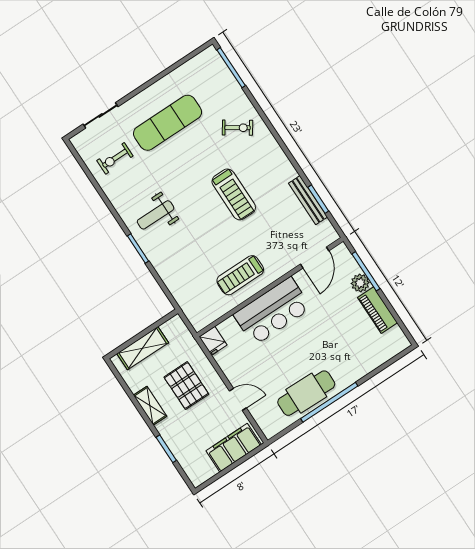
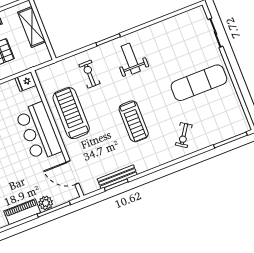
exercise mat: (168, 123) -> (199, 83), turned 90
exercise bike: (115, 158) -> (89, 74), moved
treadmill: (234, 194) -> (134, 121), turned -90
treadmill: (240, 275) -> (71, 113), width x1.37, depth x1.38

